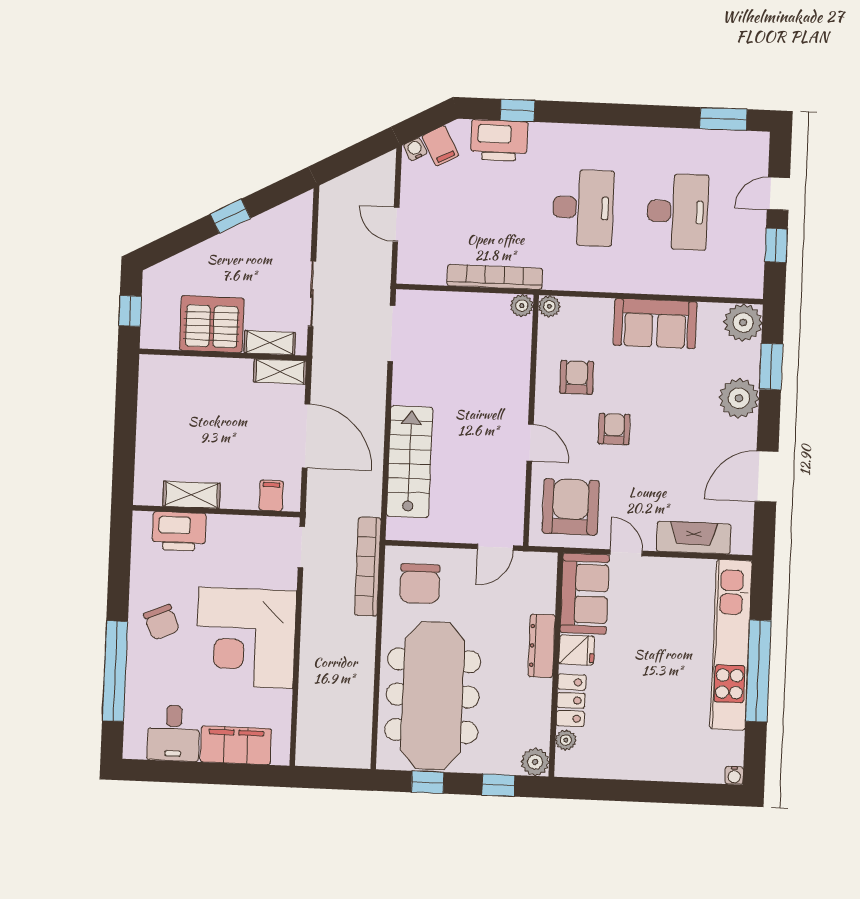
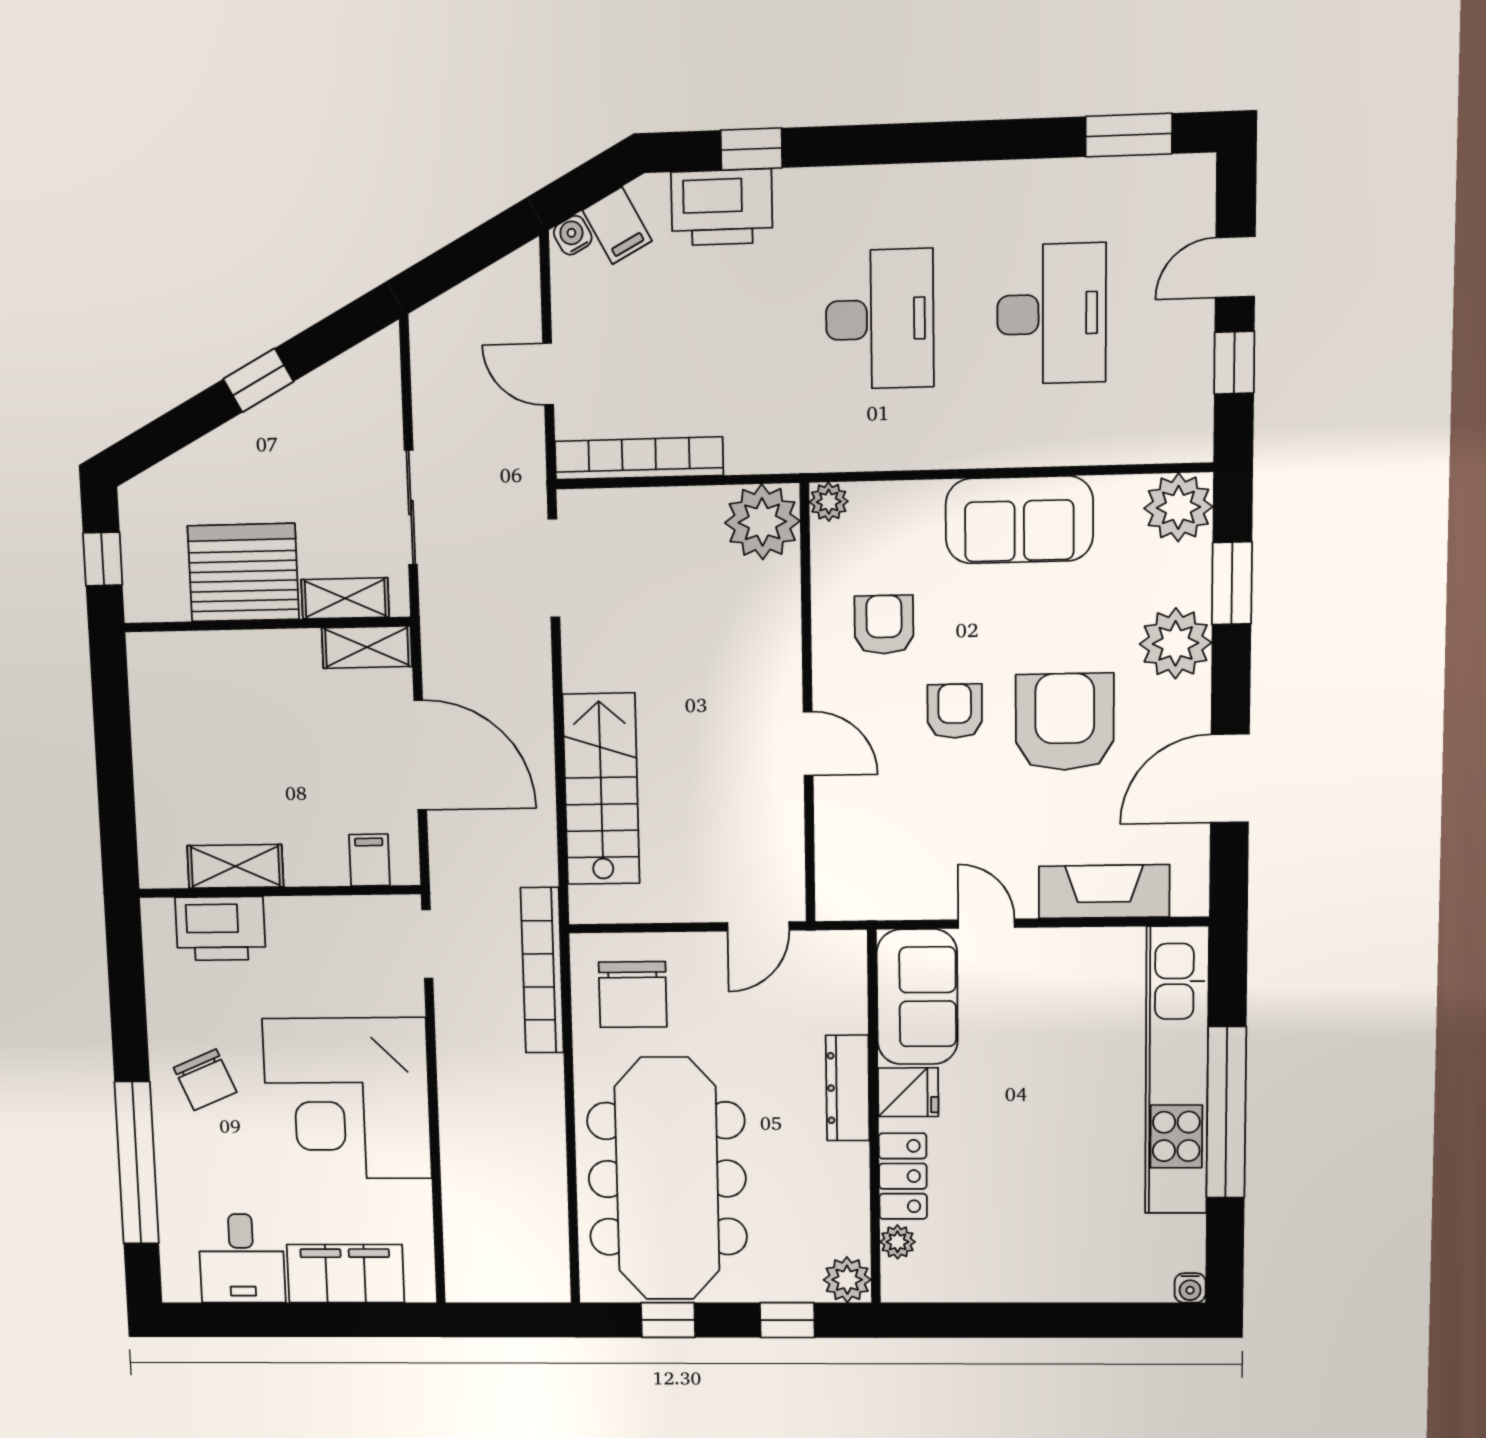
bookcase: (495, 277) -> (639, 458), moved
plant: (522, 306) -> (762, 522), width x1.88, depth x1.88
armchair: (571, 507) -> (1065, 722), moved

